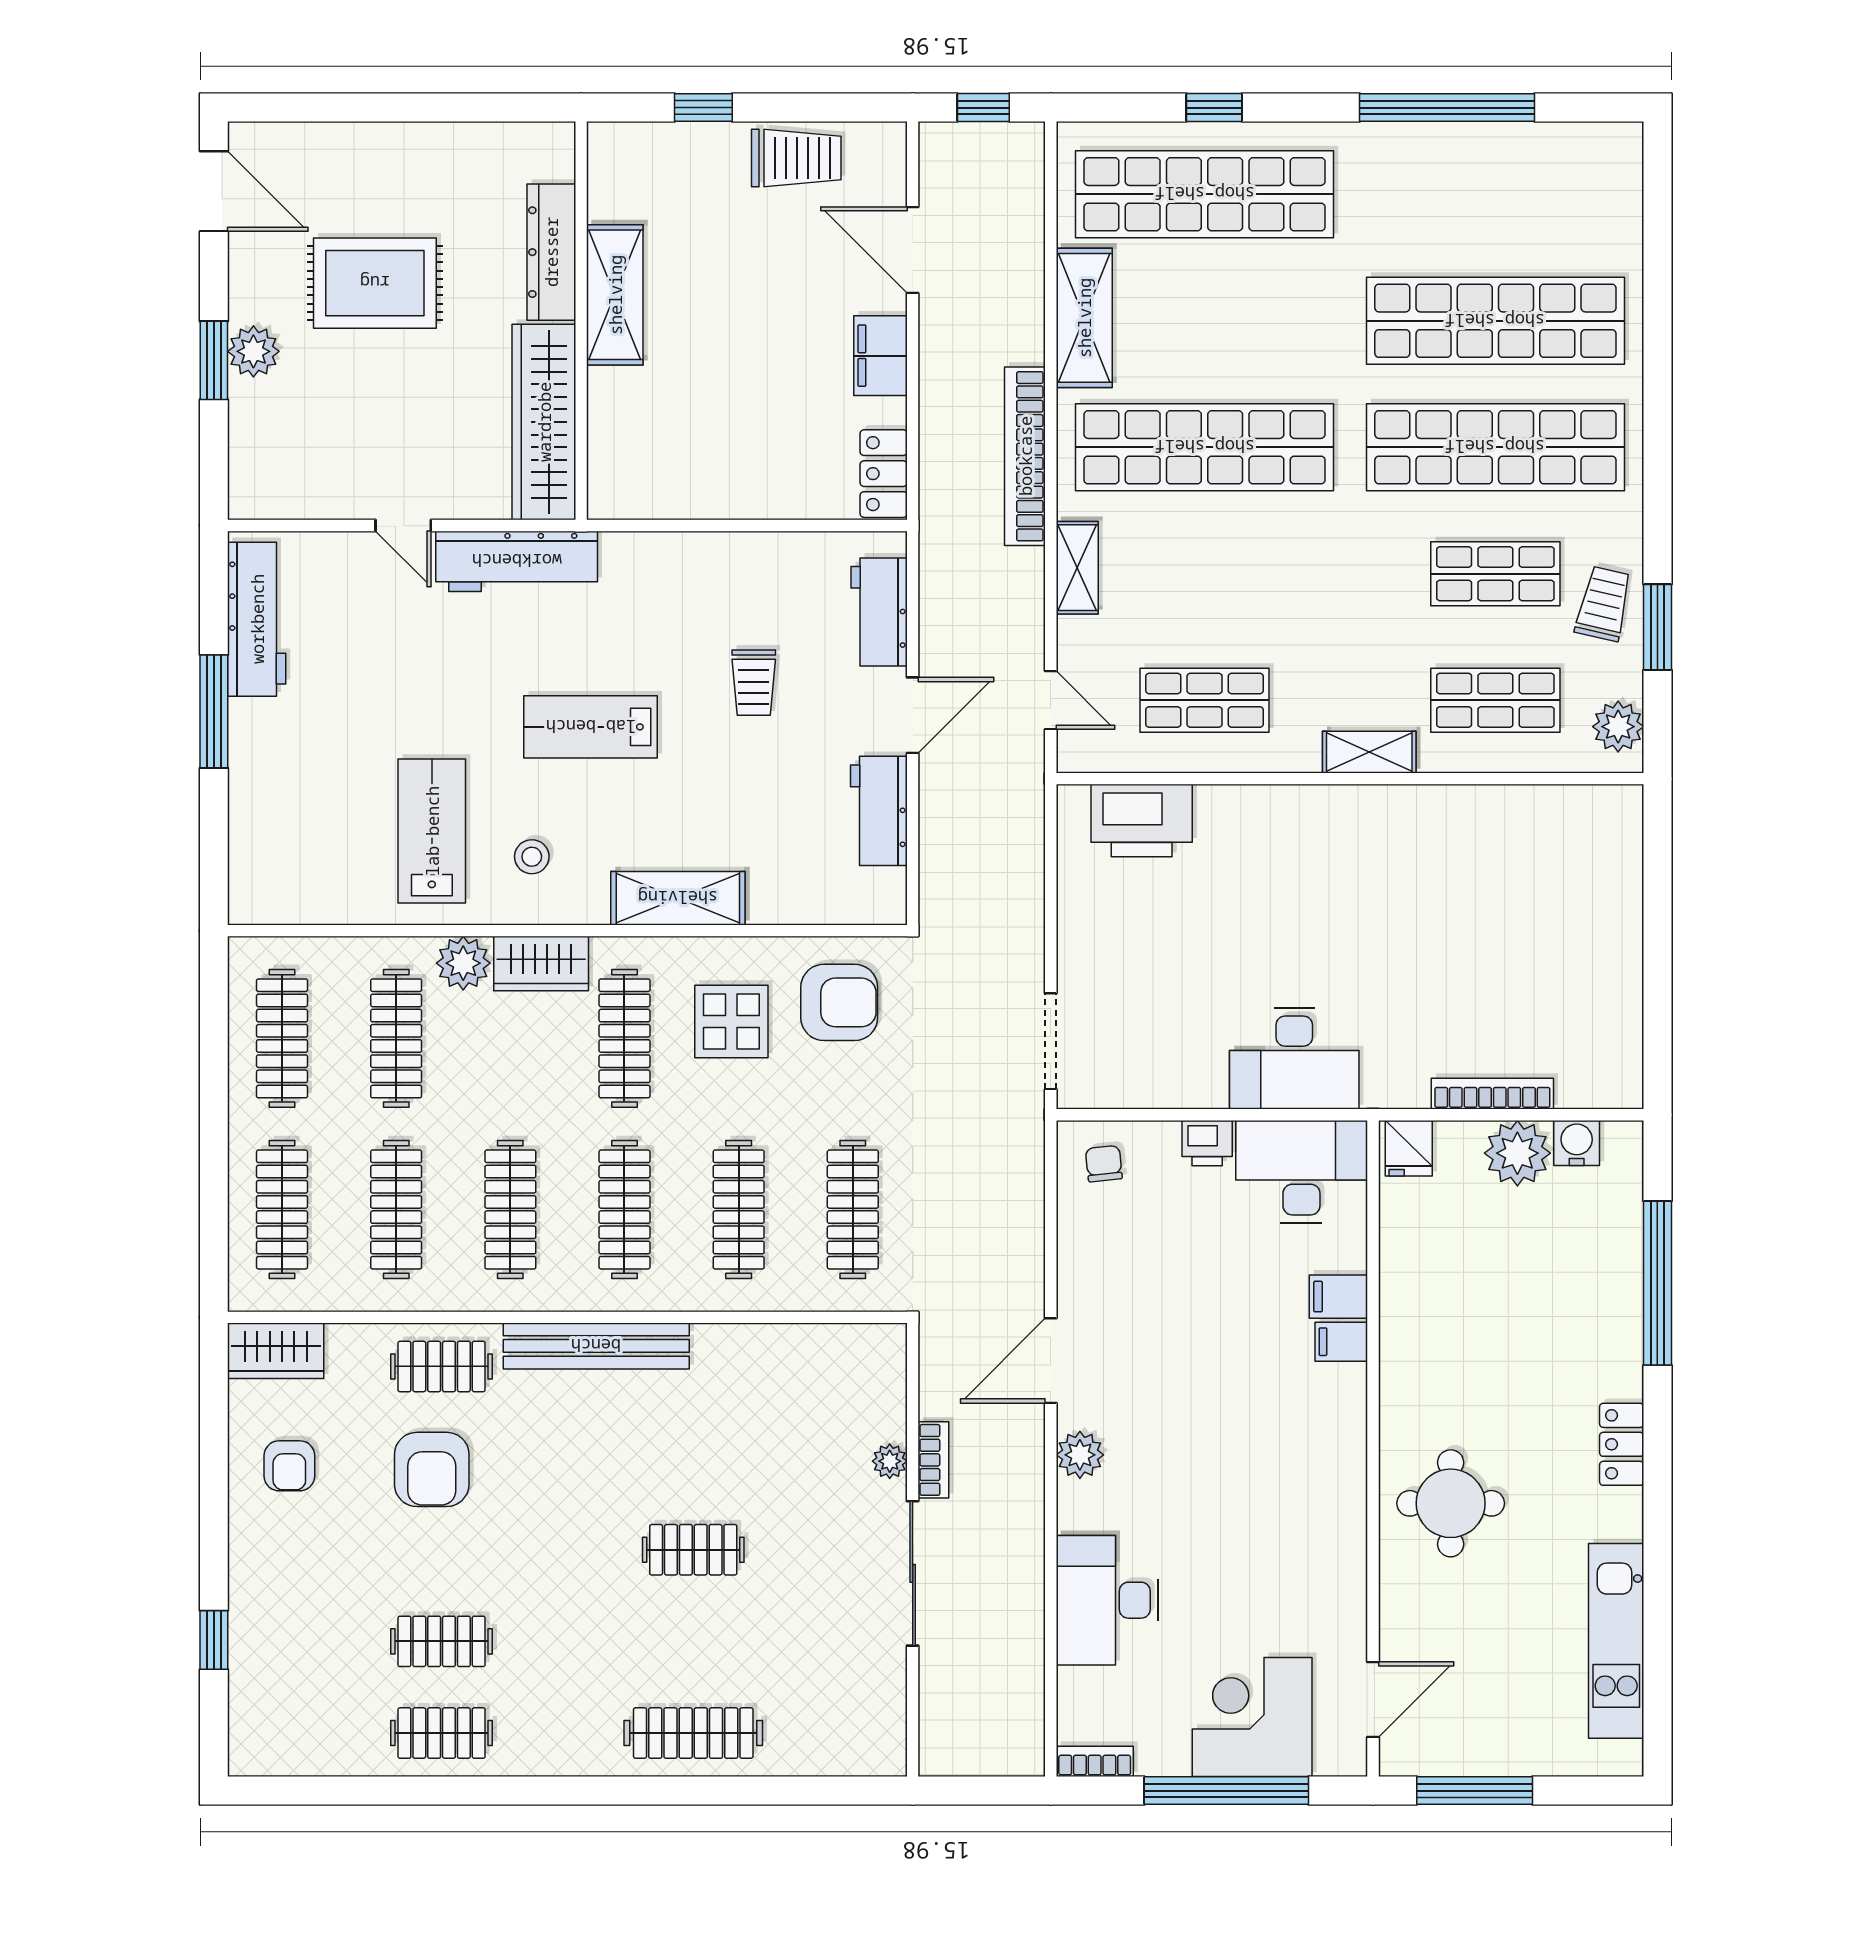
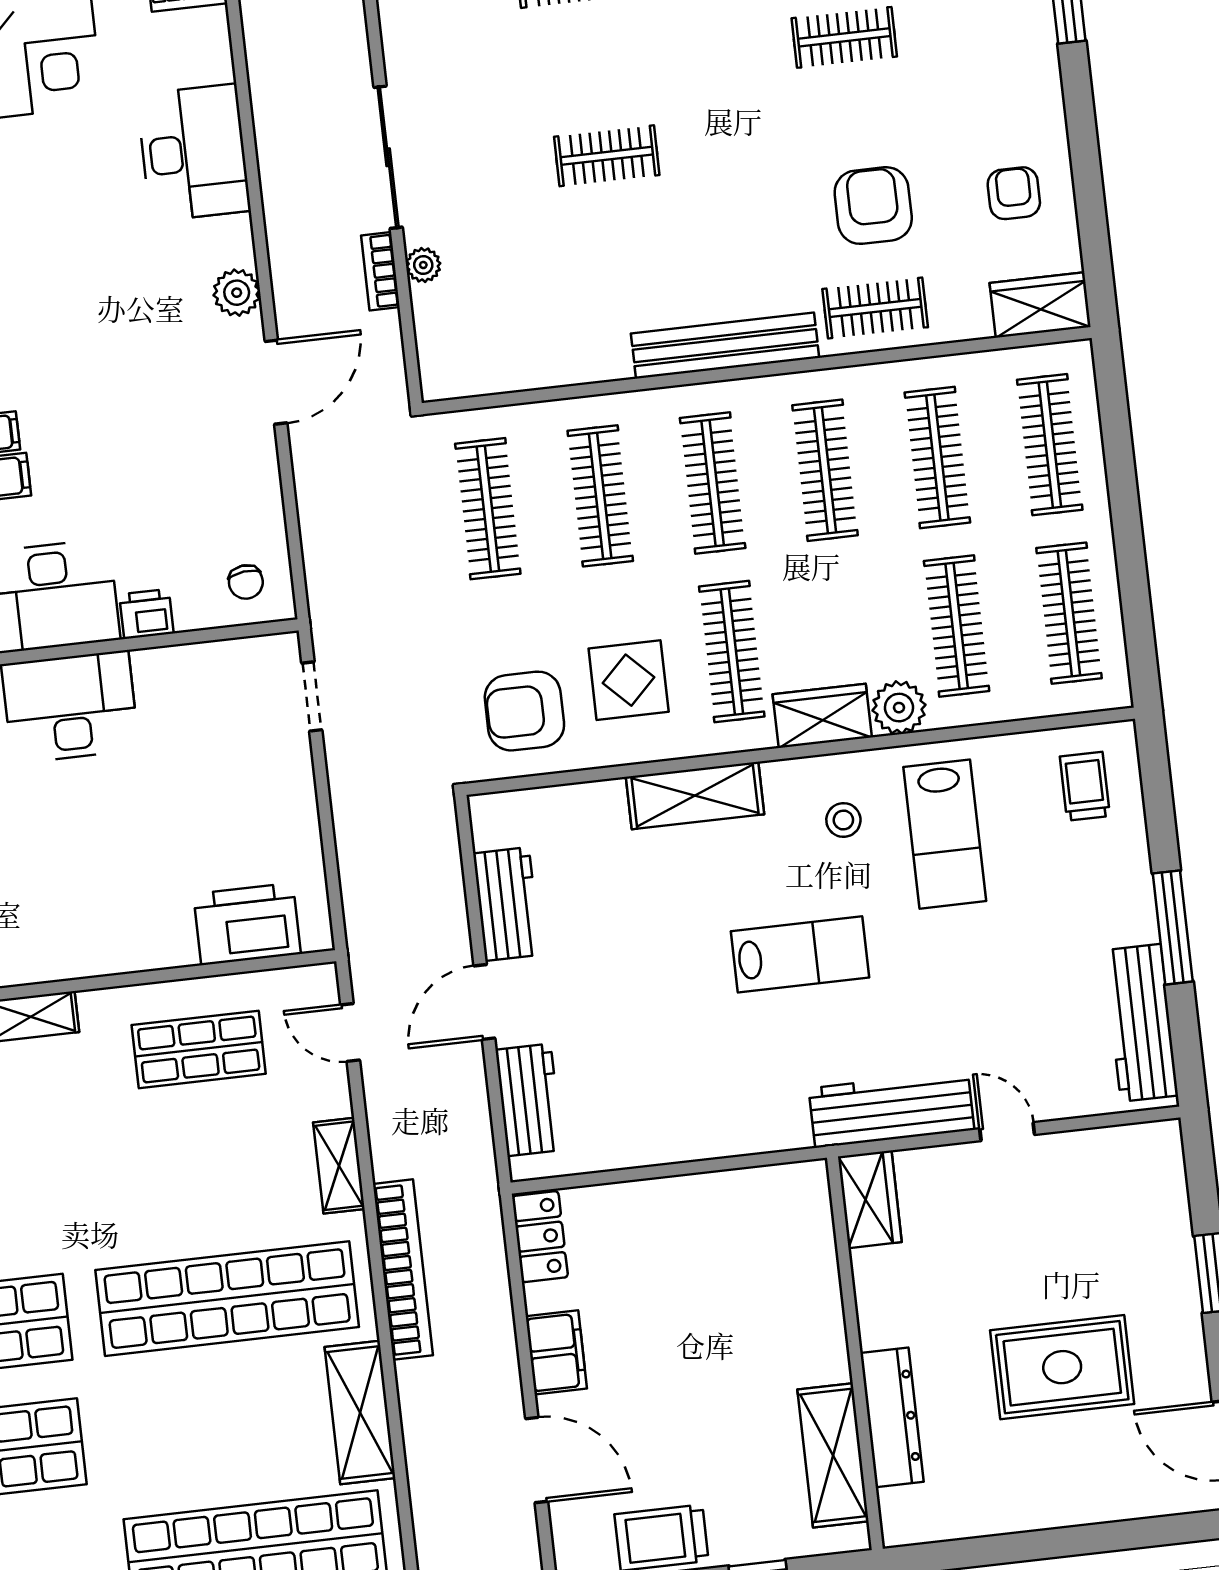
shelving: (615, 295) -> (833, 1455), moved
plant: (253, 351) -> (1174, 1286), removed
wardrobe: (544, 422) -> (870, 1199), width x0.48, depth x0.85
trolley: (754, 683) -> (1085, 786), moved
doorway: (1051, 1041) -> (312, 697), width x0.73

